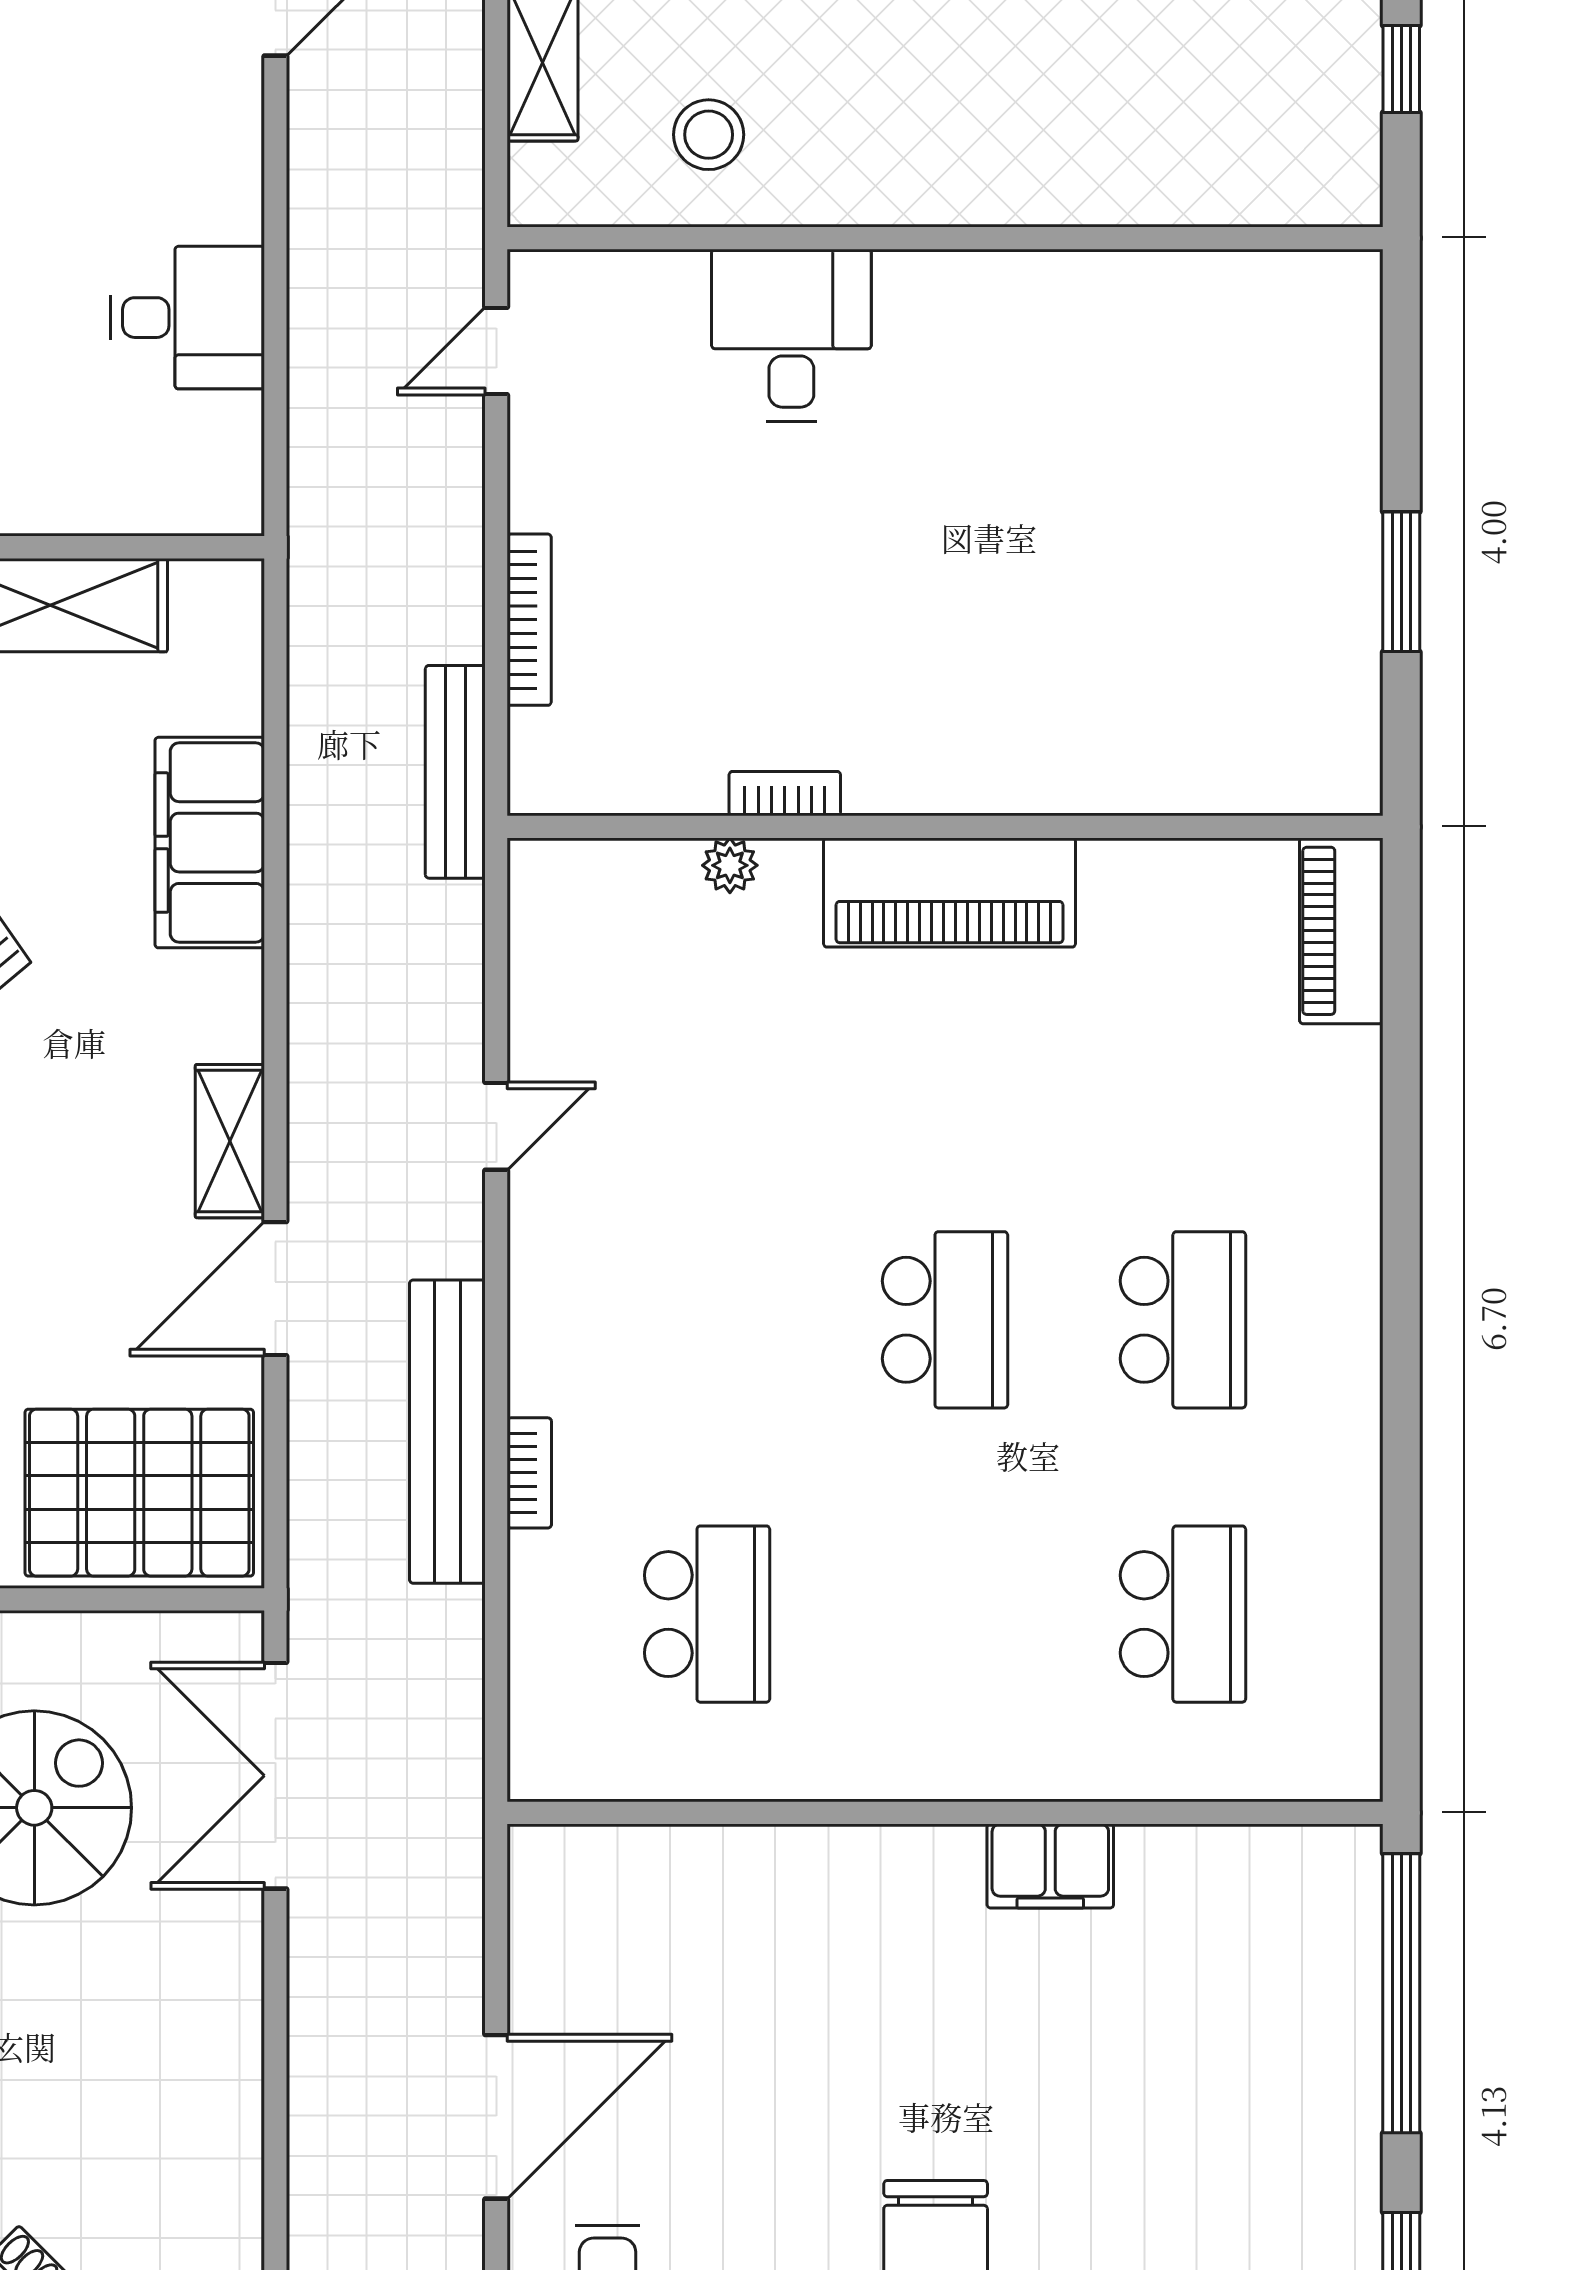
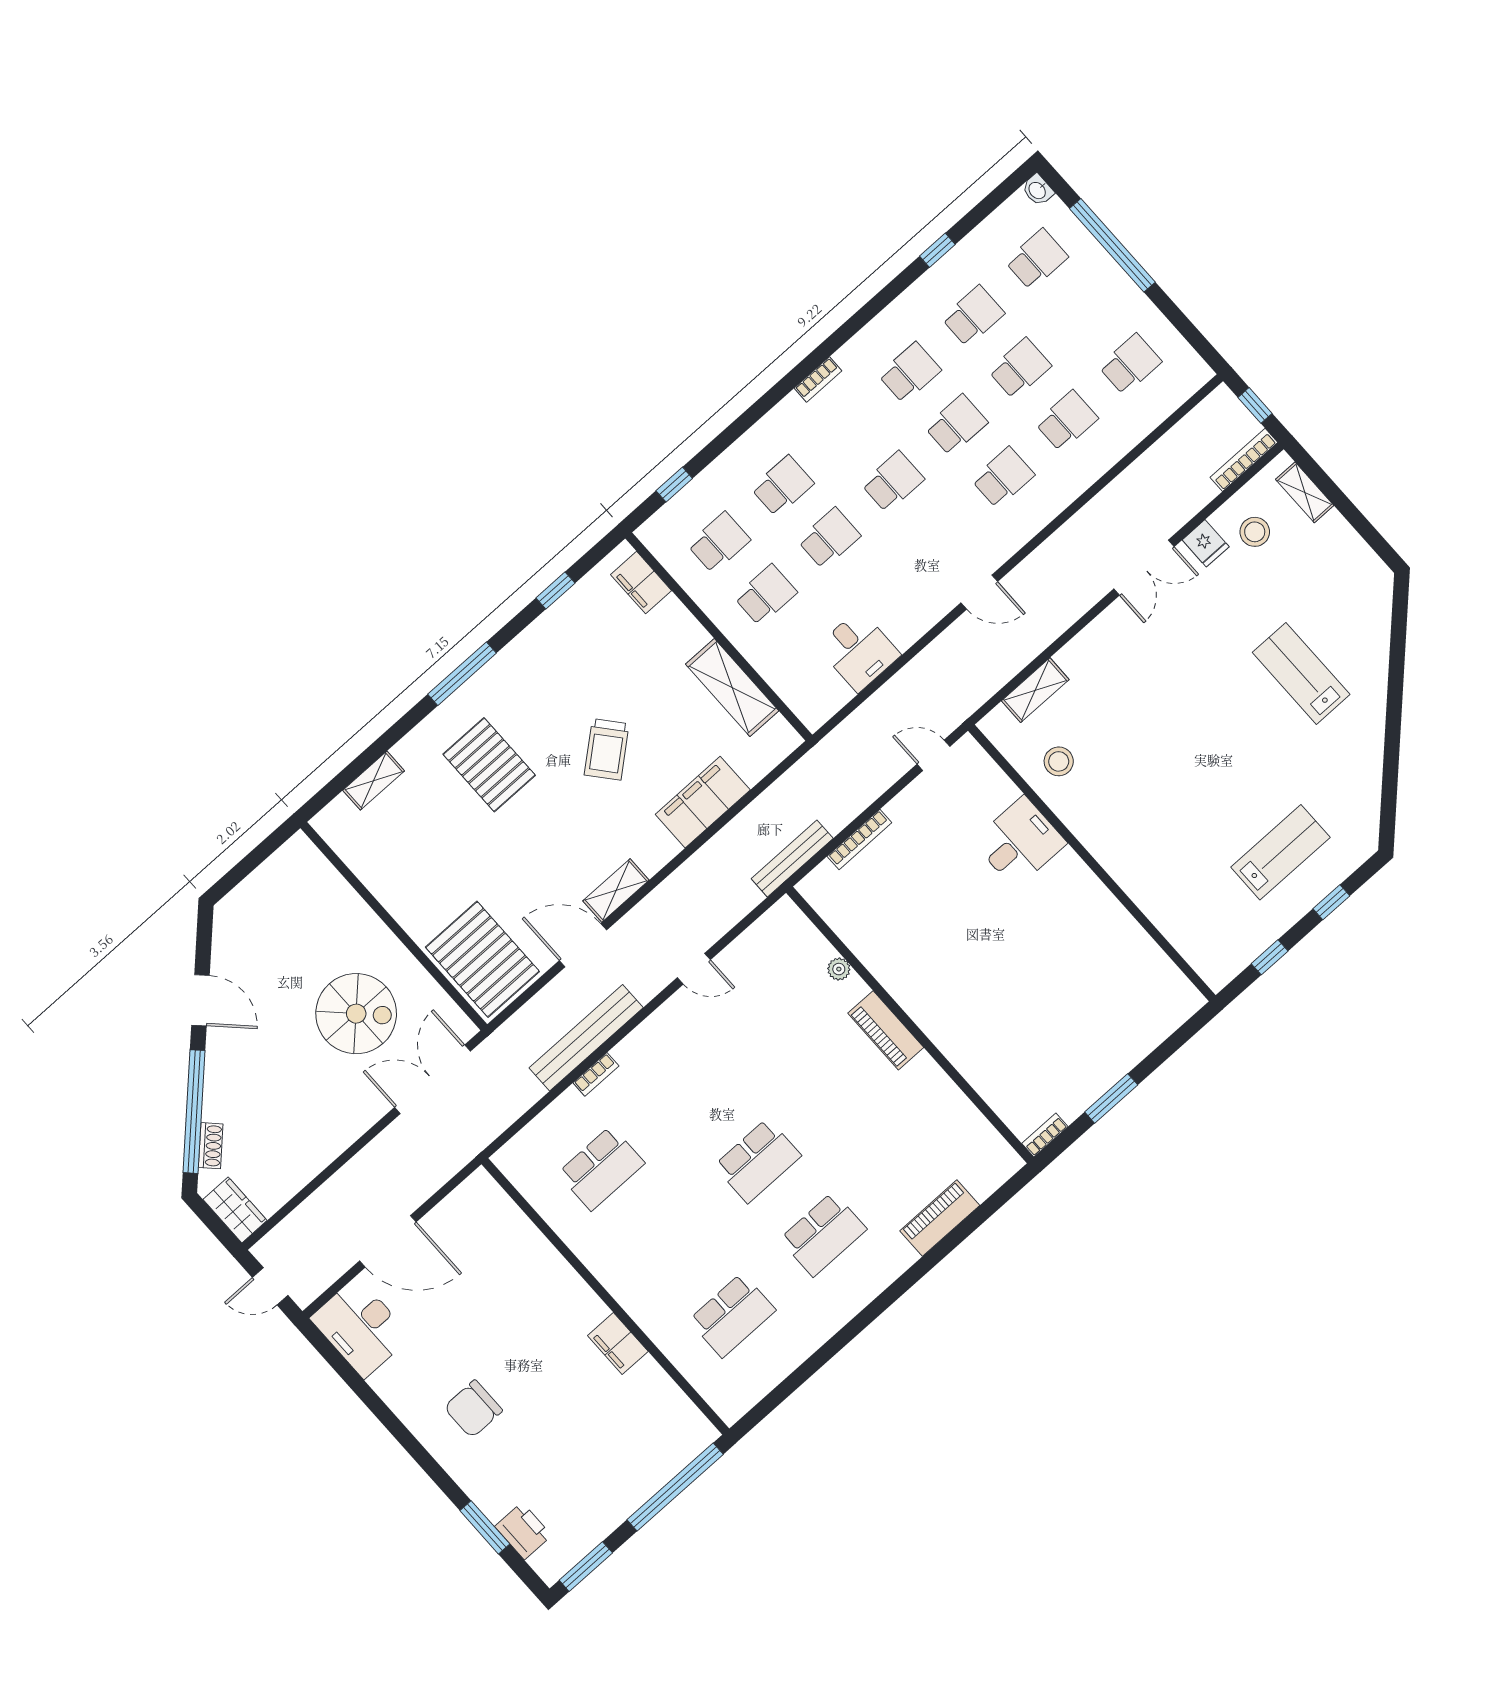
bookcase: (785, 794) -> (1045, 1135), moved, turned -90
piano: (949, 893) -> (886, 1030), width x0.73, depth x0.75
piano: (1341, 931) -> (940, 1218), moved

